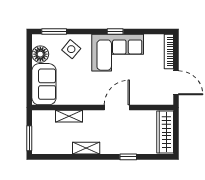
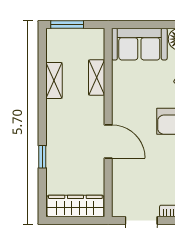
shelving: (86, 148) -> (54, 80), moved

